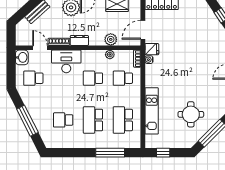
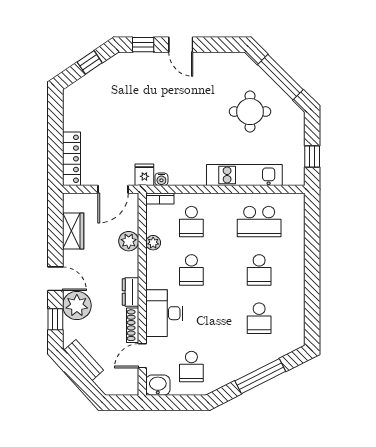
door: (143, 30) -> (113, 189), hinge flipped
school desk: (93, 120) -> (259, 270), width x0.54
window: (110, 153) -> (312, 242), removed

